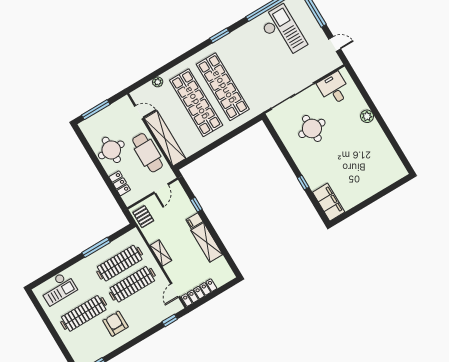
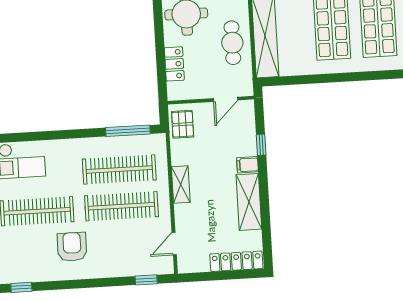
cafe table: (148, 153) -> (232, 43), width x0.73, depth x0.74
window: (96, 247) -> (128, 131), moved
locker: (199, 293) -> (236, 261), moved

